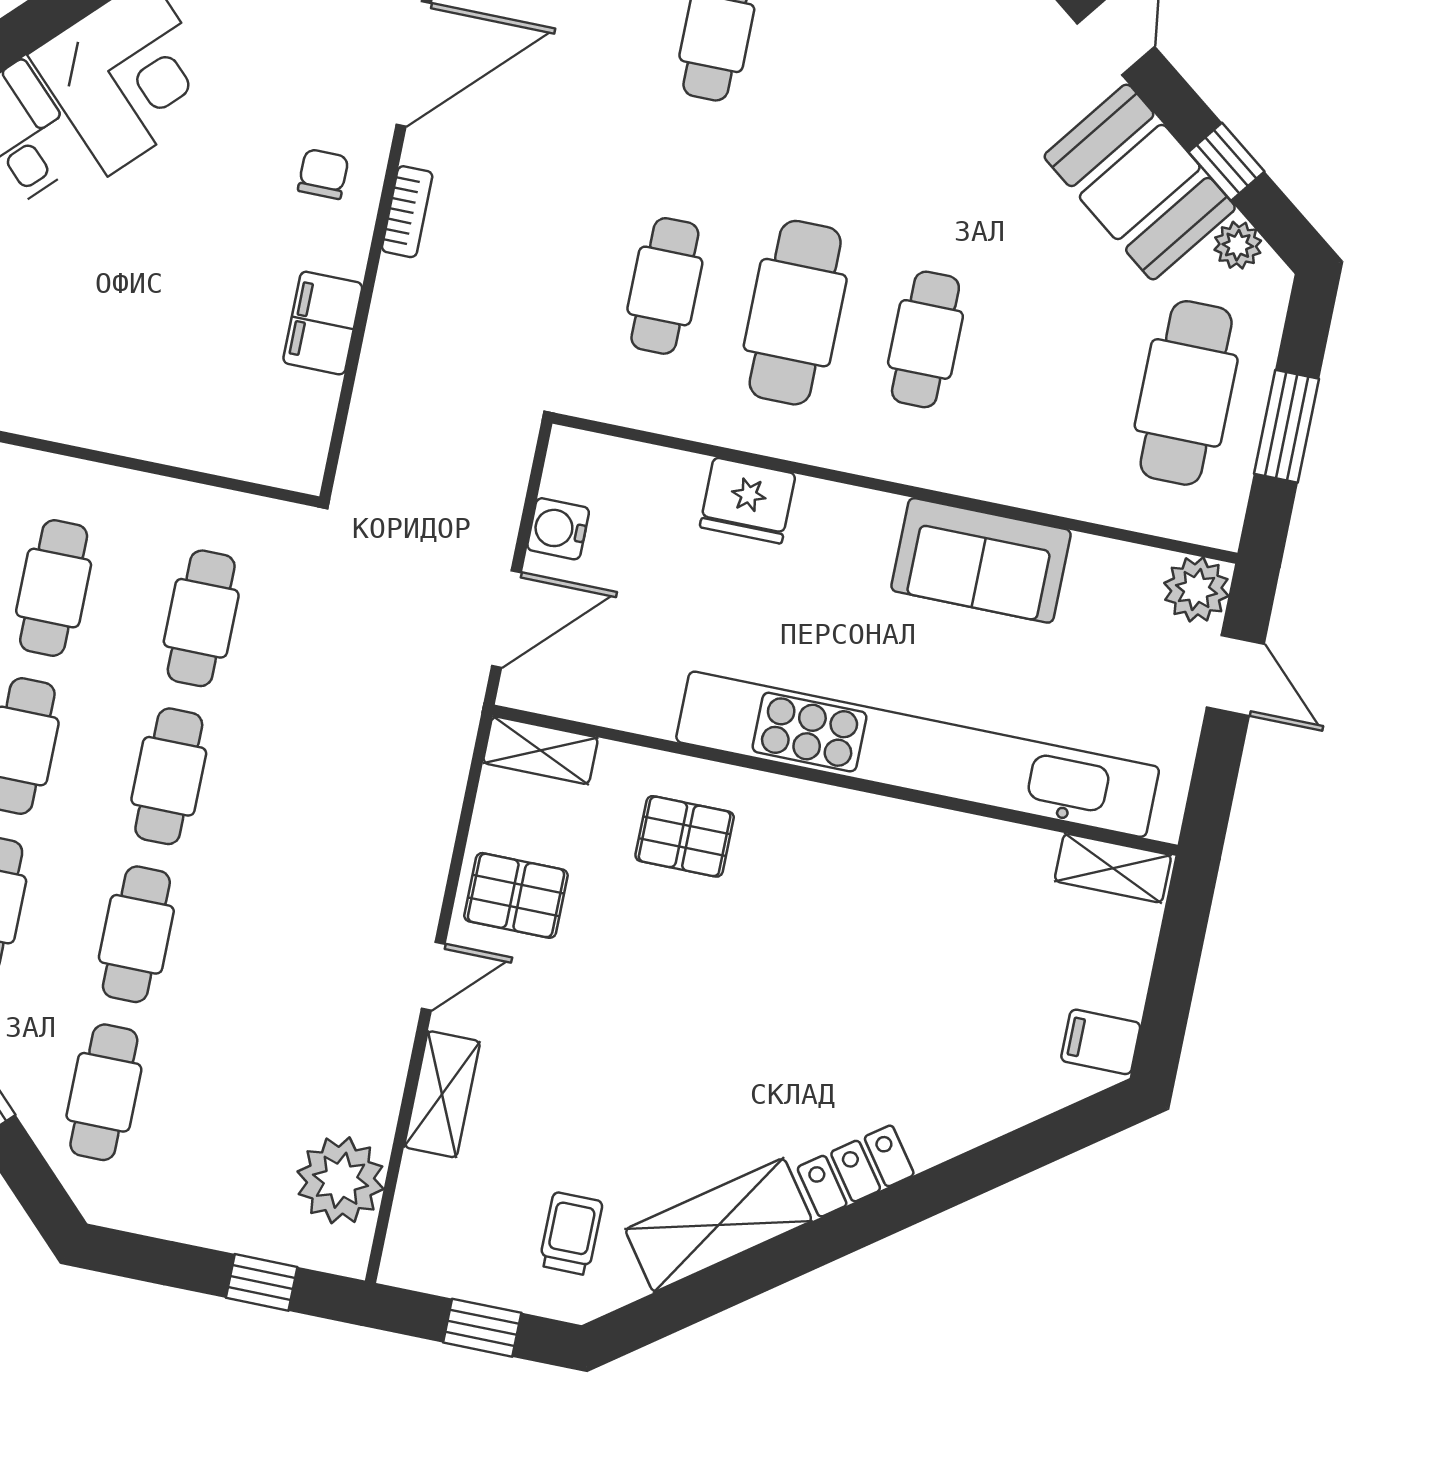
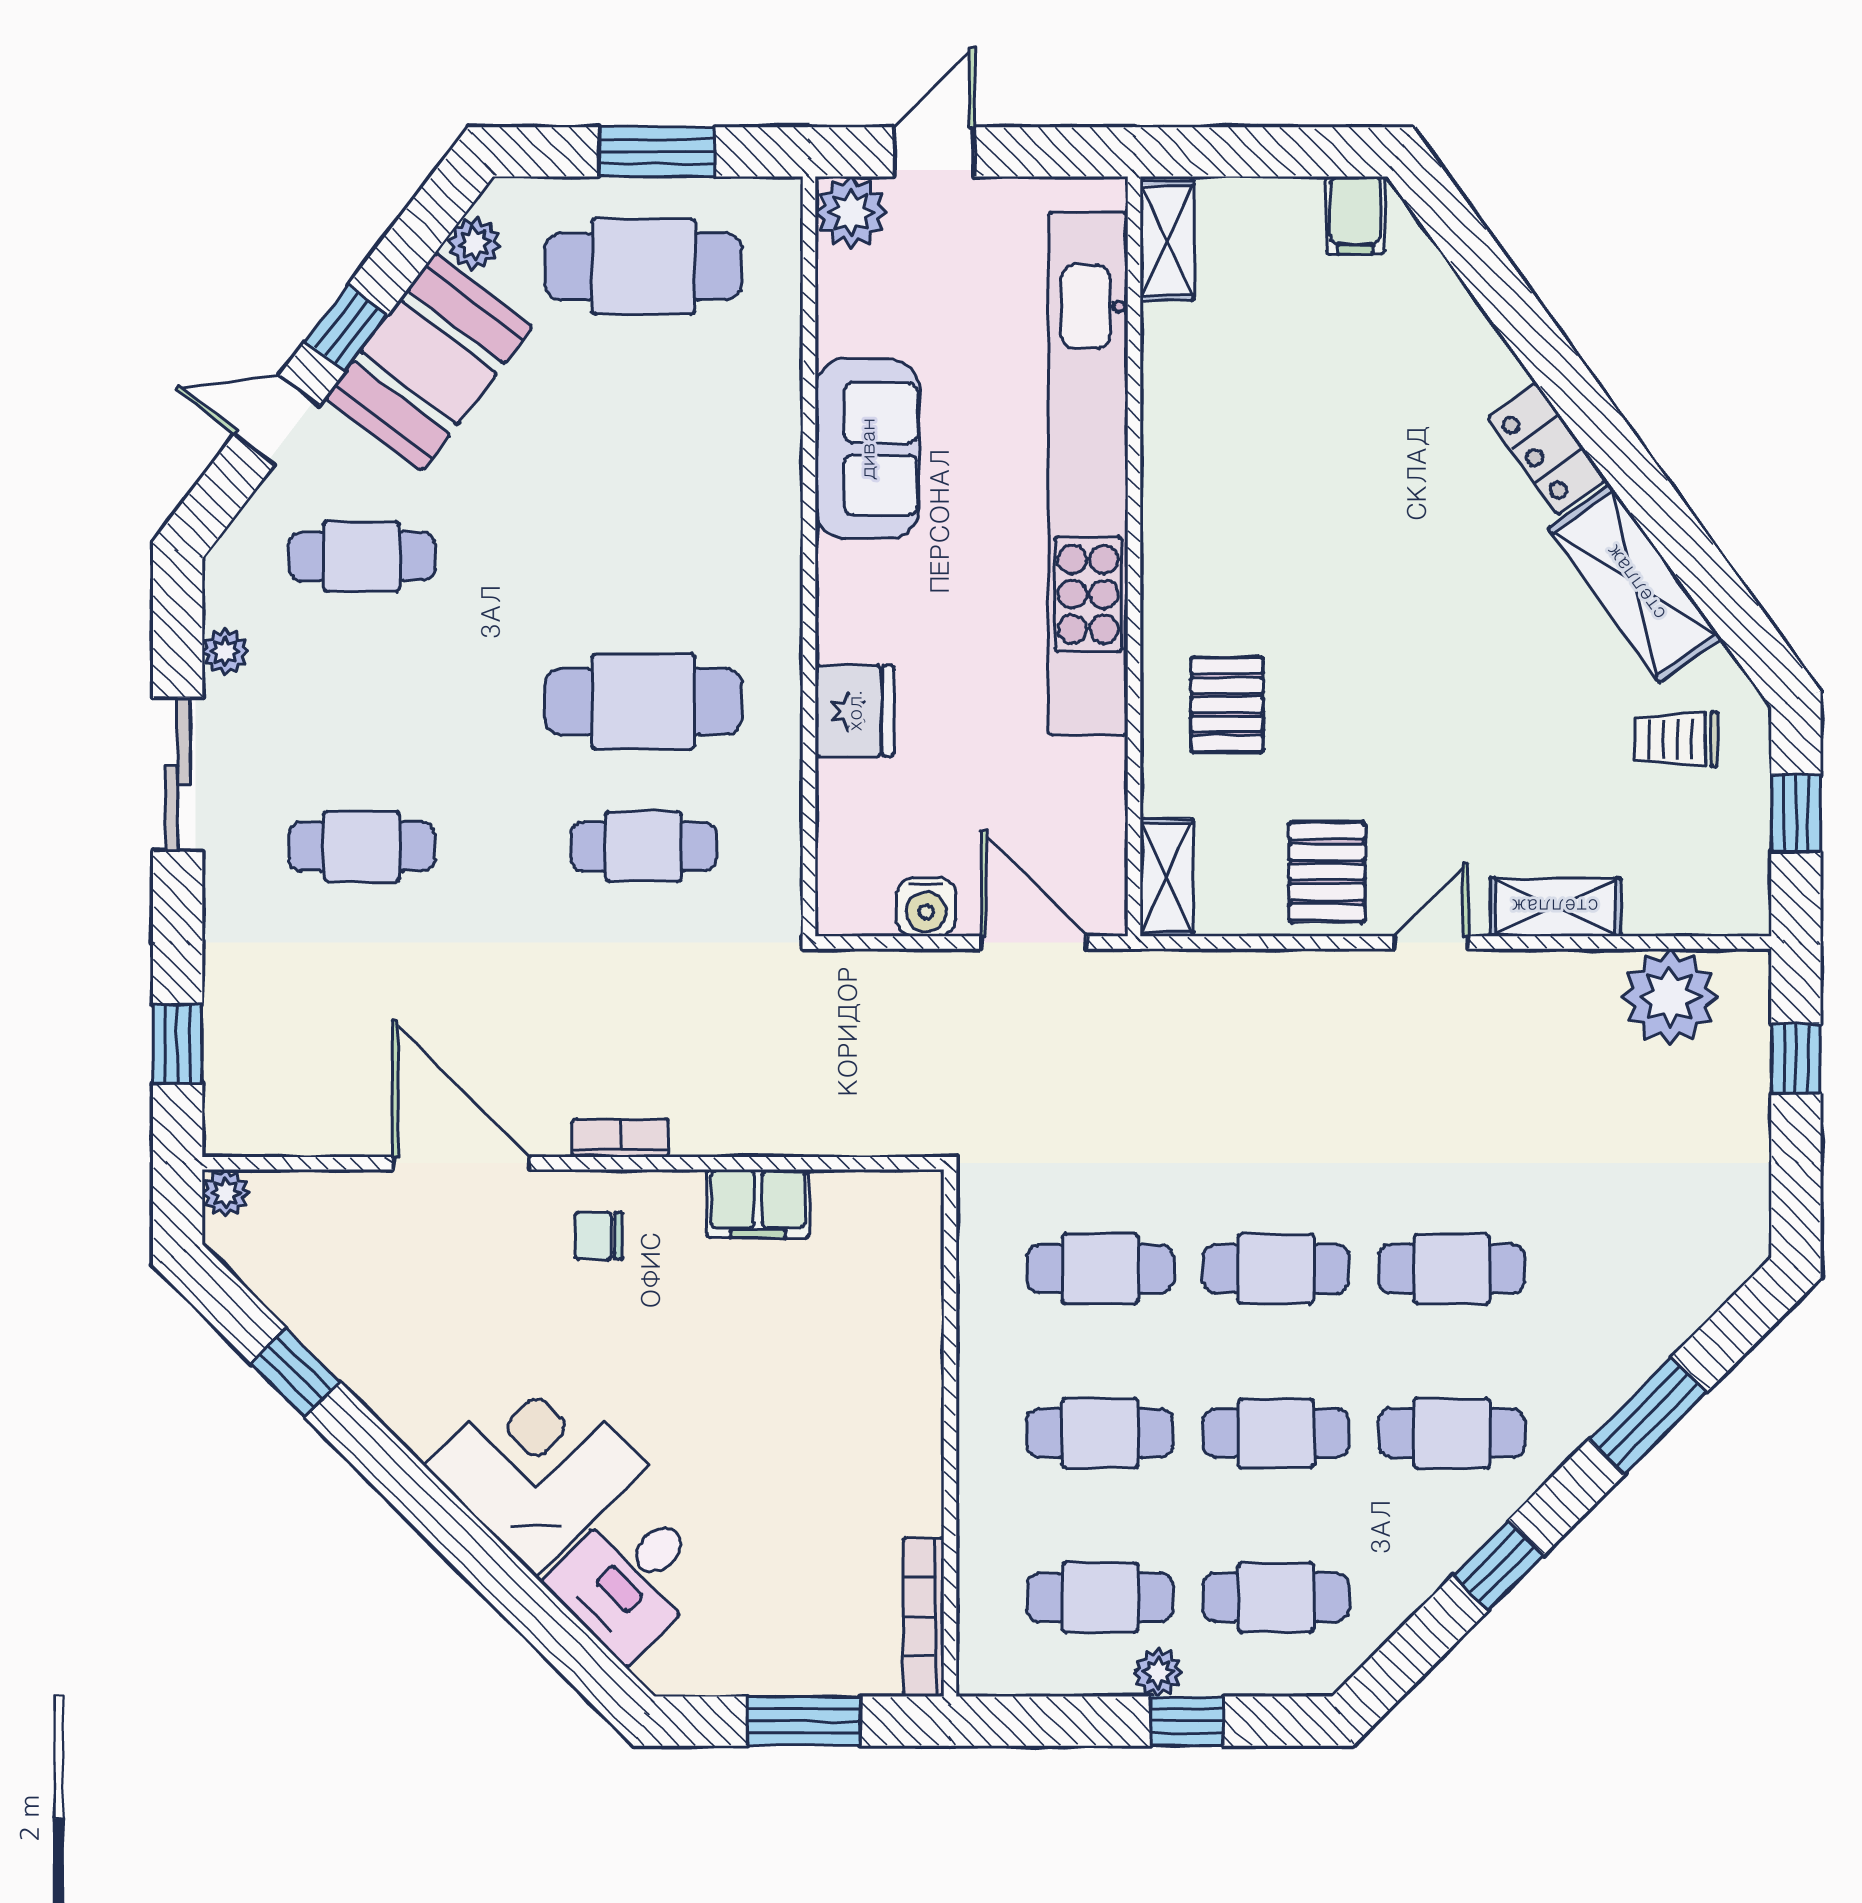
window: (1226, 162) -> (346, 328), moved
cafe table: (925, 339) -> (362, 556), moved
door: (433, 976) -> (1431, 943), hinge flipped
cafe table: (104, 1092) -> (1628, 1269), removed

